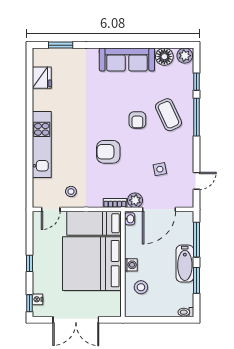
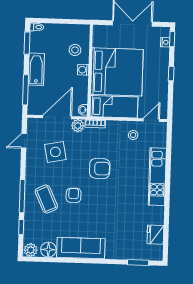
side table: (160, 169) -> (55, 152), width x1.87, depth x1.87
window: (196, 280) -> (27, 43), moved

